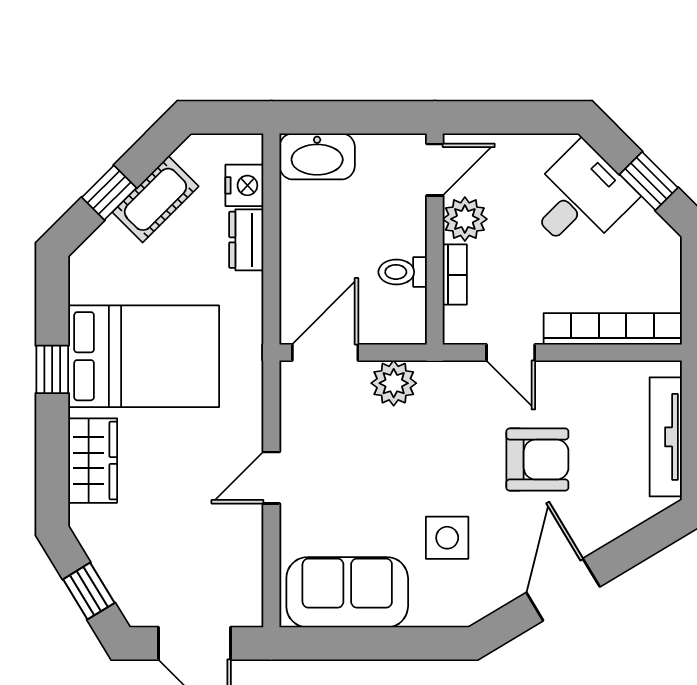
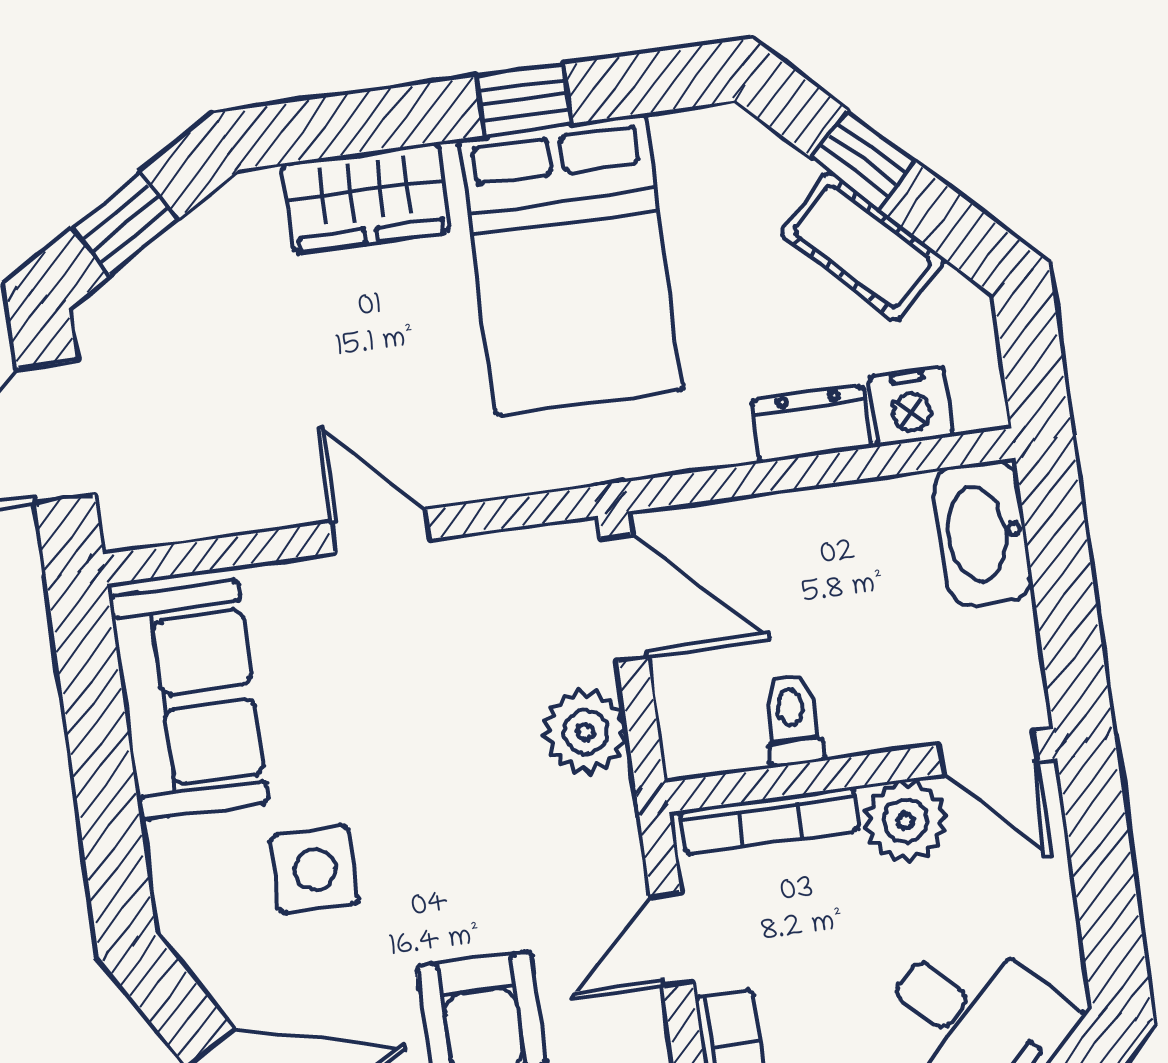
bookcase: (455, 275) -> (770, 821), width x1.56

